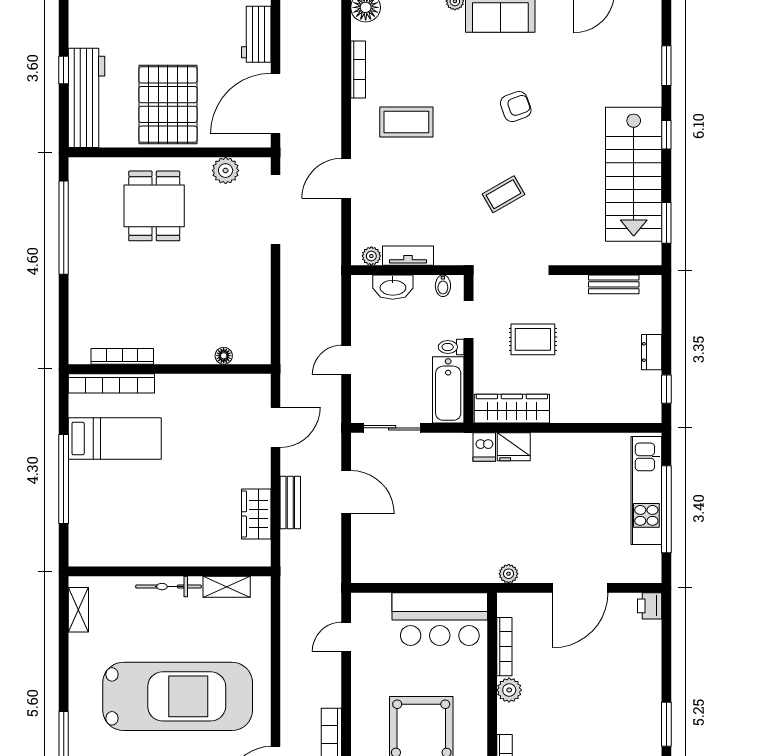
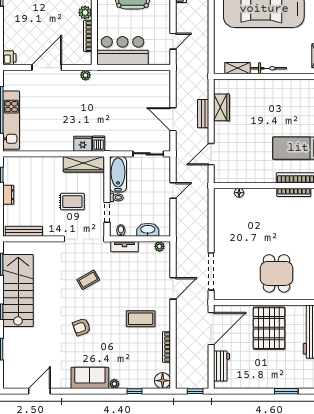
plant: (226, 171) -> (238, 293), removed
tv unit: (408, 256) -> (124, 247), moved
bench: (614, 284) -> (24, 231), width x1.36

